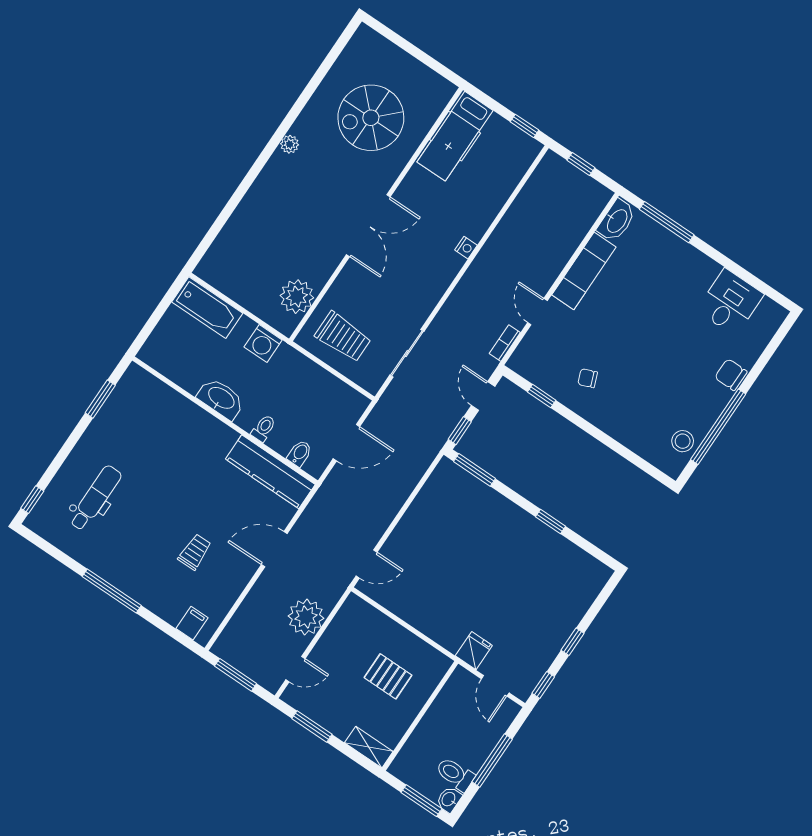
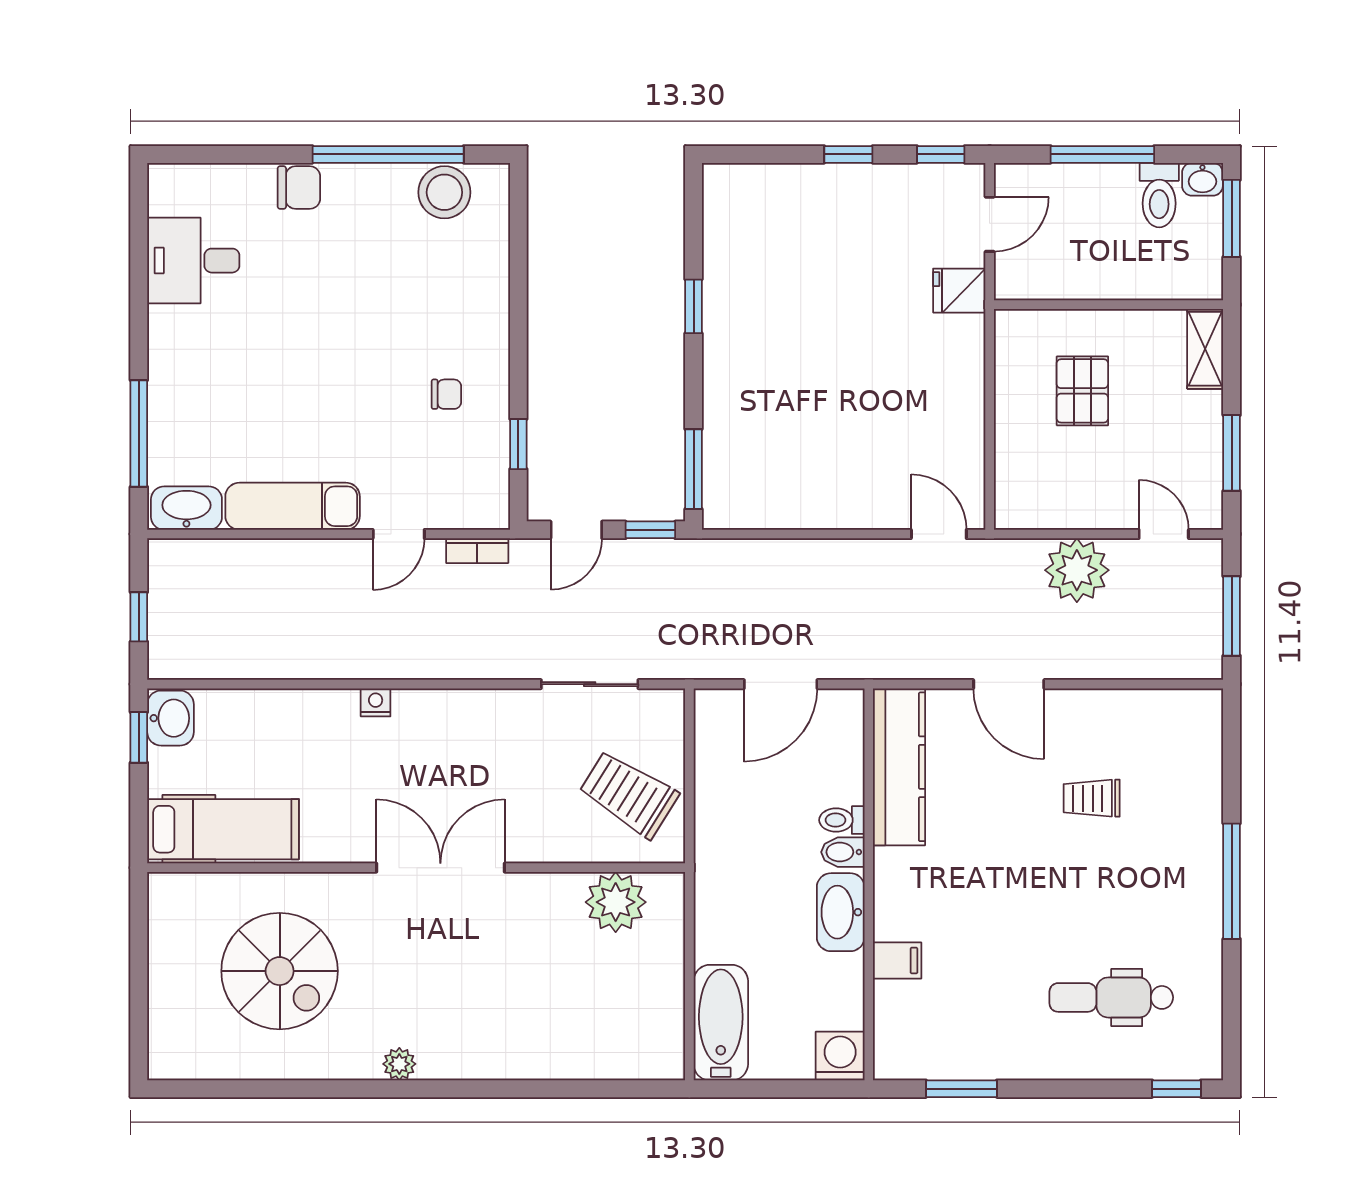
washbasin: (524, 147) -> (170, 718), added
trolley: (343, 337) -> (629, 794), turned -58
washing machine: (263, 343) -> (840, 1056), moved, turned -90
chair: (731, 375) -> (299, 188), turned -90
chair: (588, 378) -> (446, 394), turned -68
stool: (683, 441) -> (444, 192), width x1.38, depth x1.38
door: (346, 443) -> (781, 684), swing flipped
bidet: (300, 453) -> (843, 852), moved
filing cabinet: (192, 623) -> (897, 961), moved, turned 180

